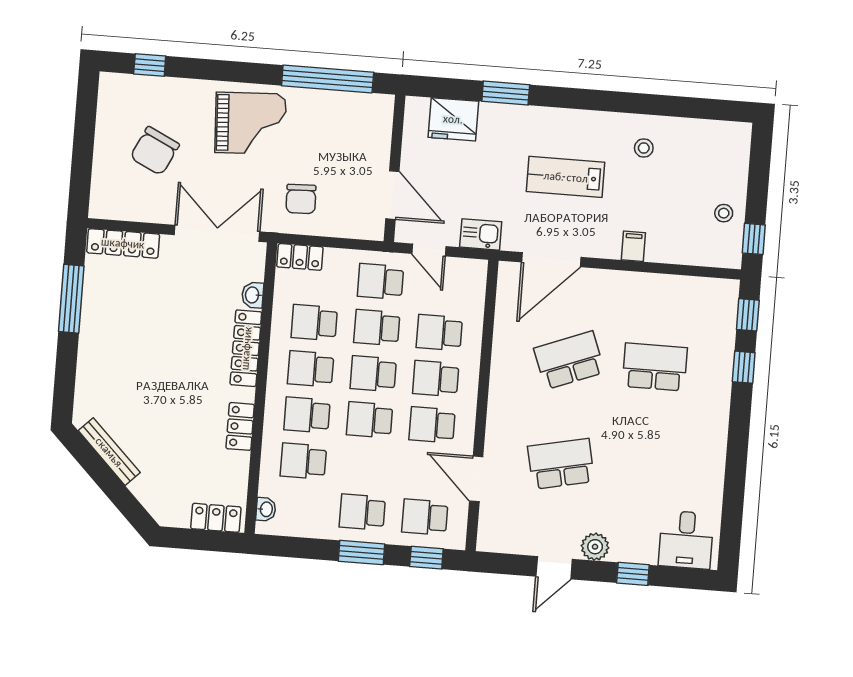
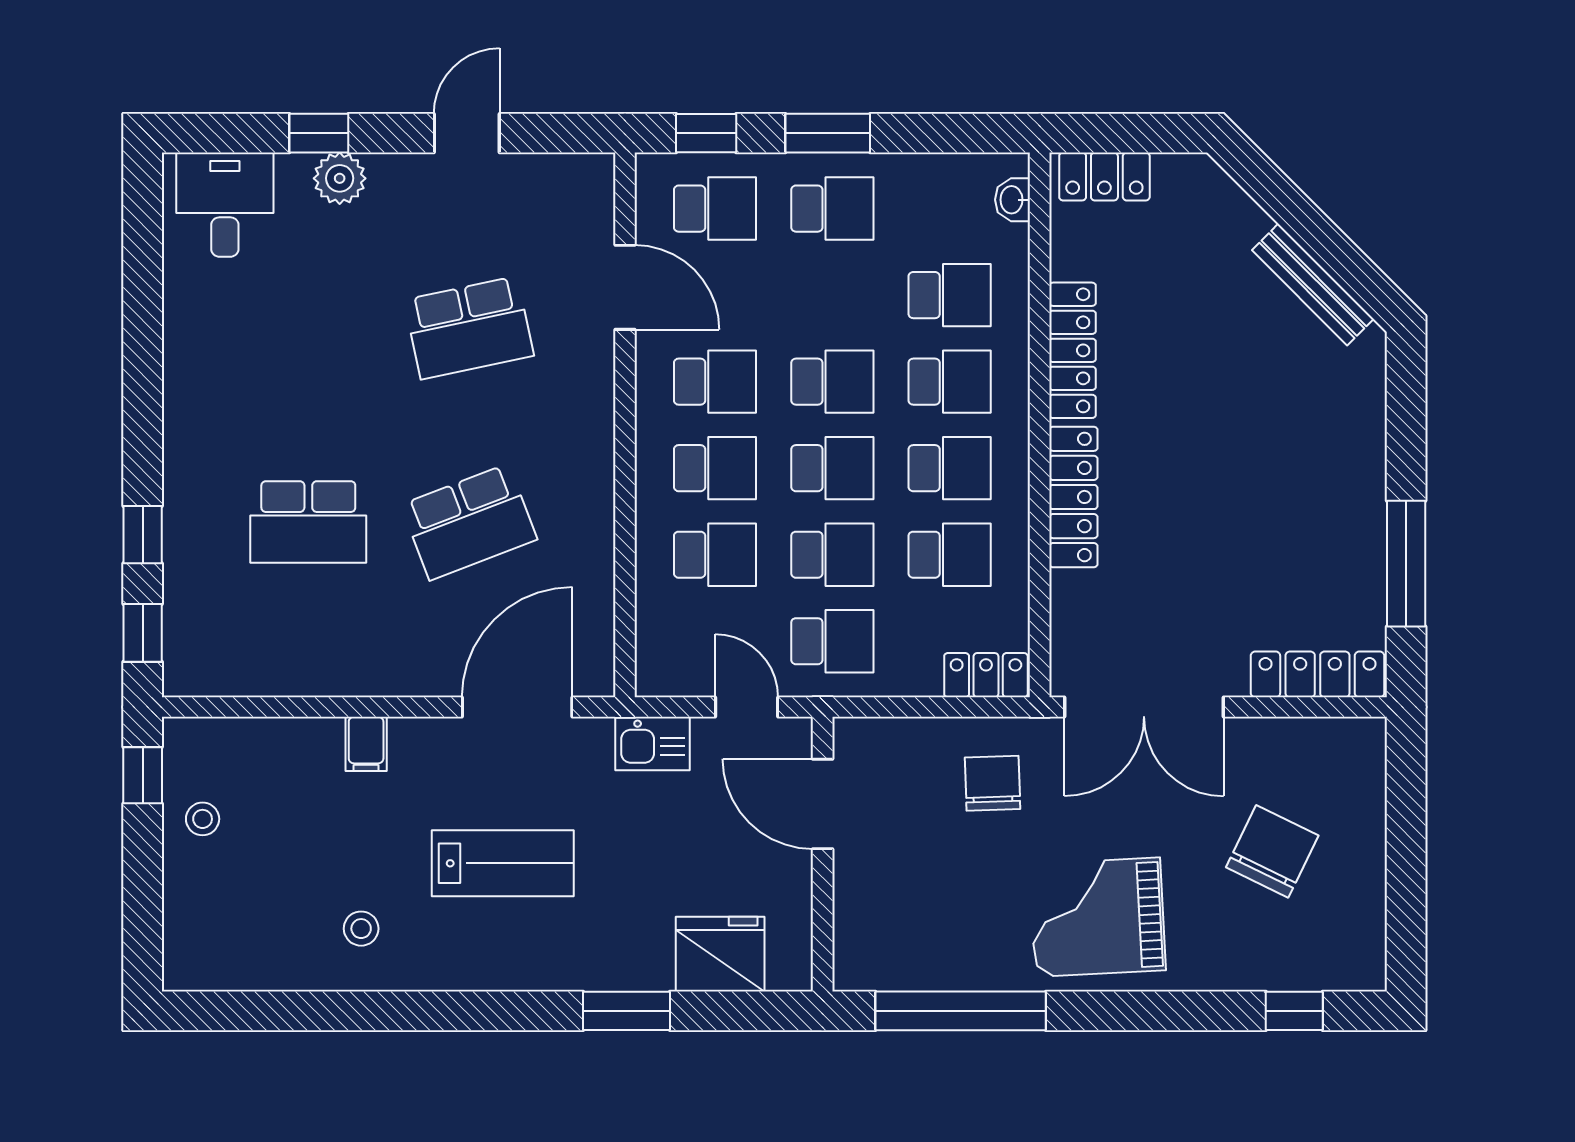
washbasin: (253, 295) -> (1068, 597), removed
locker: (240, 426) -> (1072, 350), width x1.53
plant: (595, 547) -> (340, 178), moved

